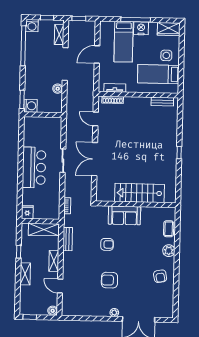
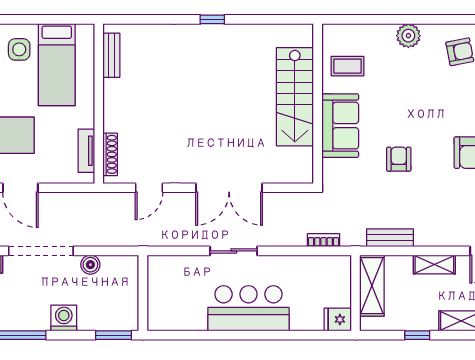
washing machine: (30, 106) -> (64, 318), moved
coffee table: (169, 229) -> (348, 66), moved

